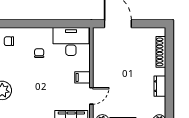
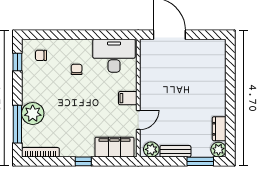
shoe rack: (161, 52) -> (220, 68), removed
dresser: (160, 86) -> (219, 129), moved

